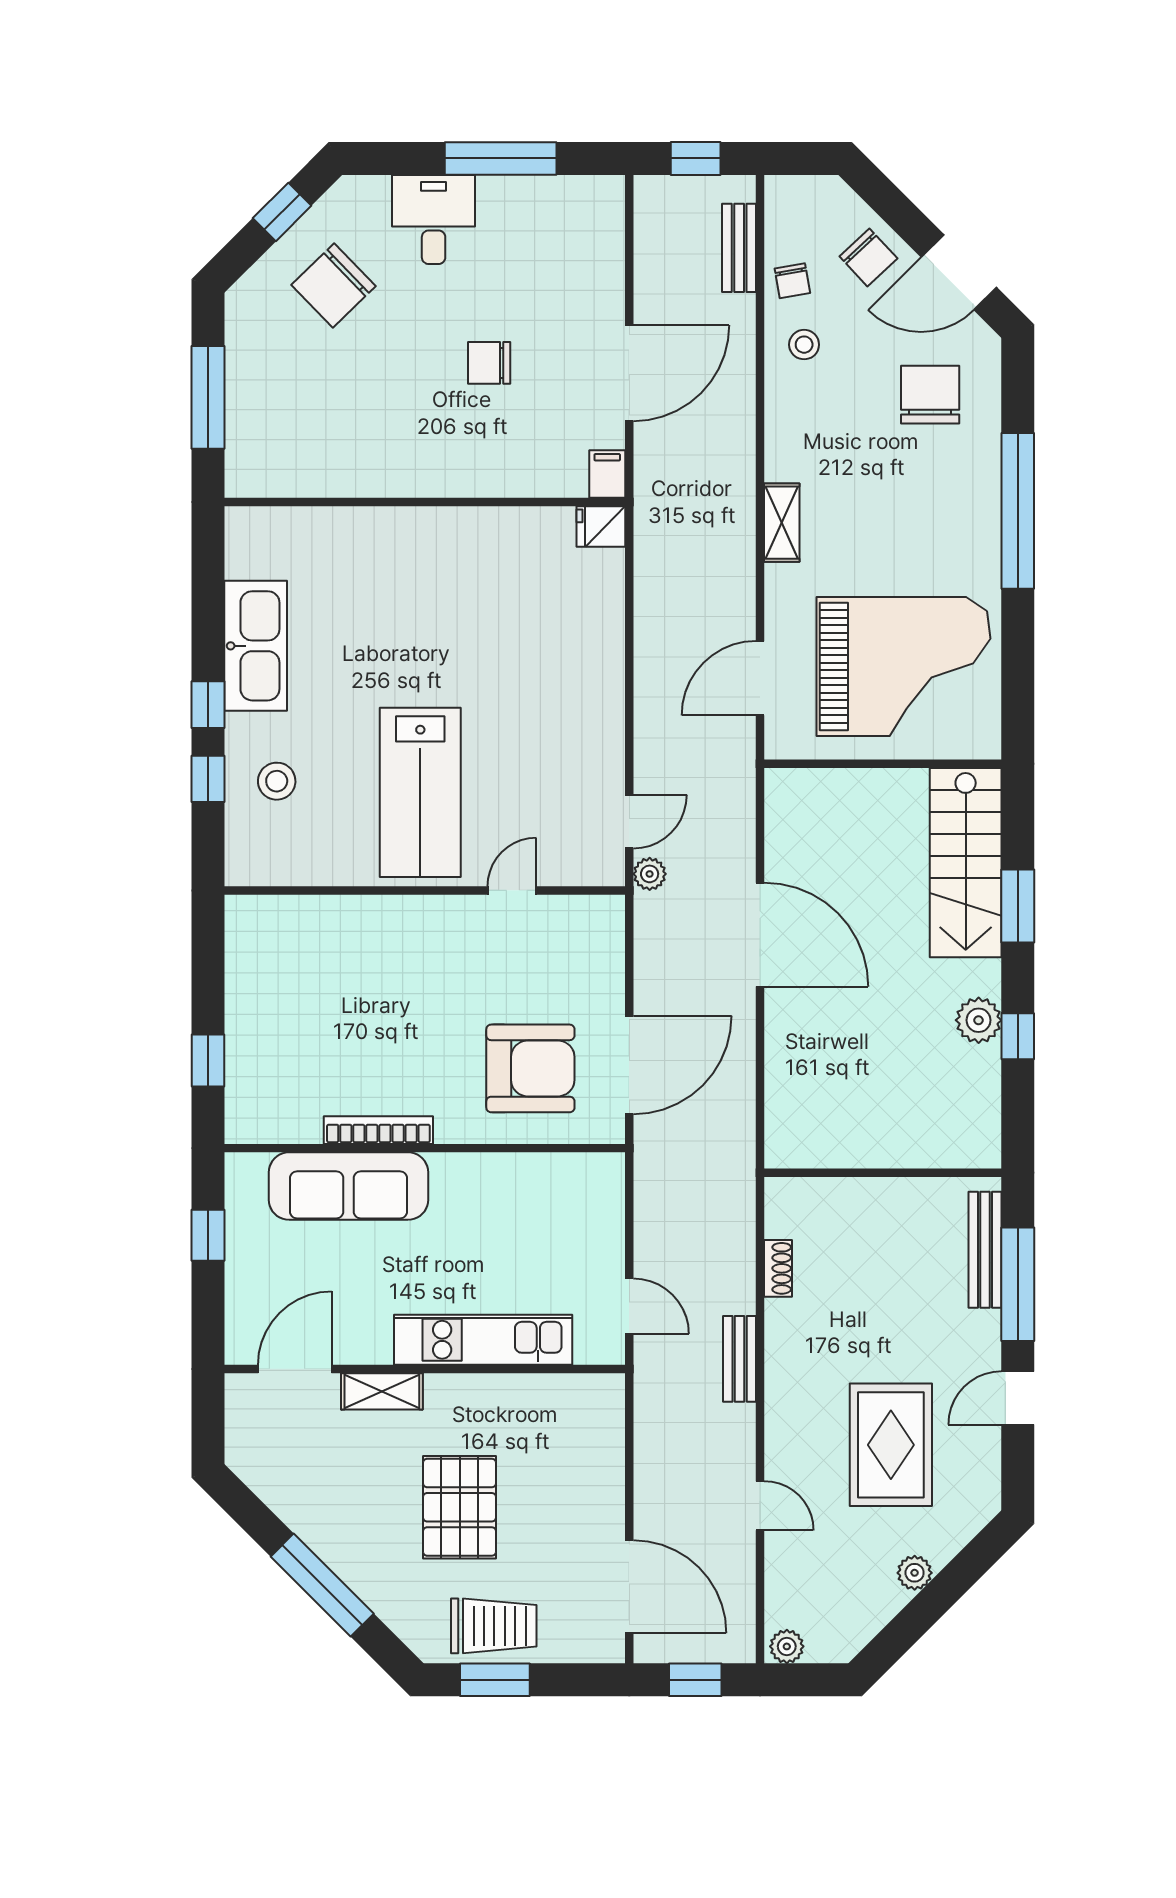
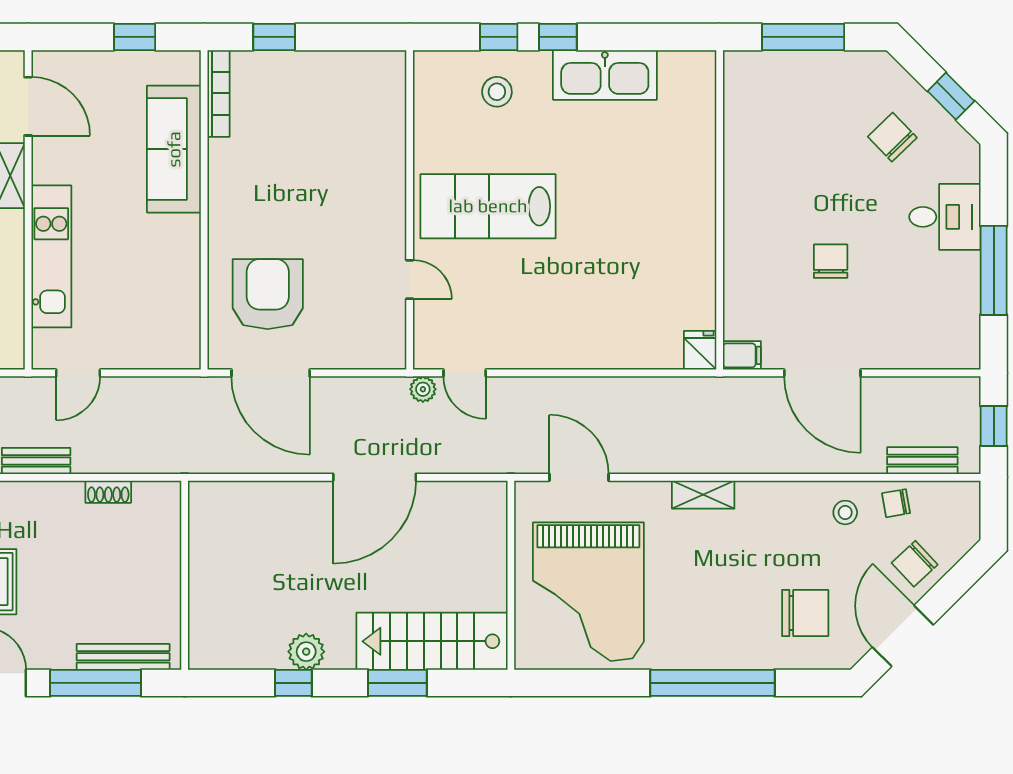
chair: (333, 286) -> (892, 137), width x0.73, depth x0.73
armchair: (530, 1068) -> (268, 294), turned 180
bookcase: (378, 1130) -> (219, 93), moved

